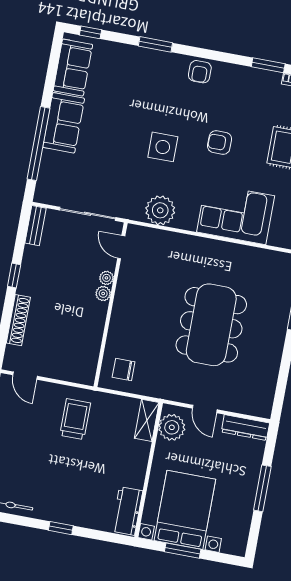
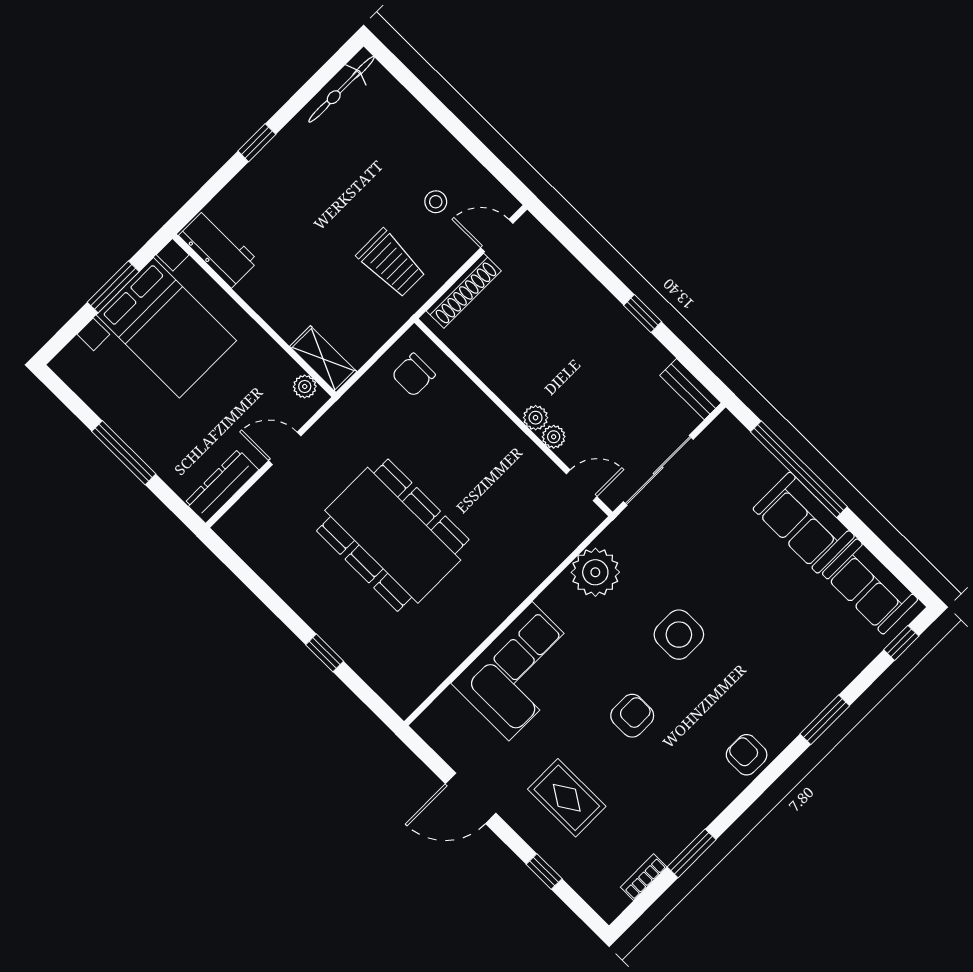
shoe rack: (18, 320) -> (464, 291), moved, turned -90
chair: (124, 370) -> (413, 375), turned 180
stool: (29, 418) -> (436, 202), added
plant: (172, 427) -> (305, 386), width x0.53, depth x0.53

